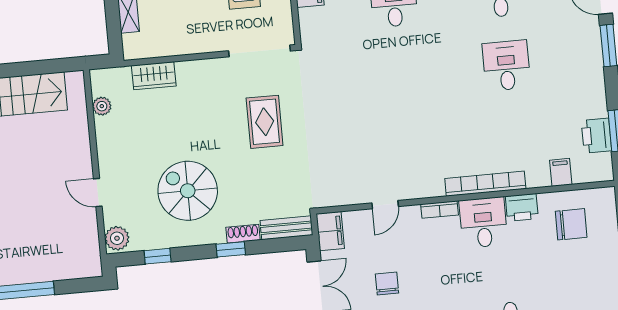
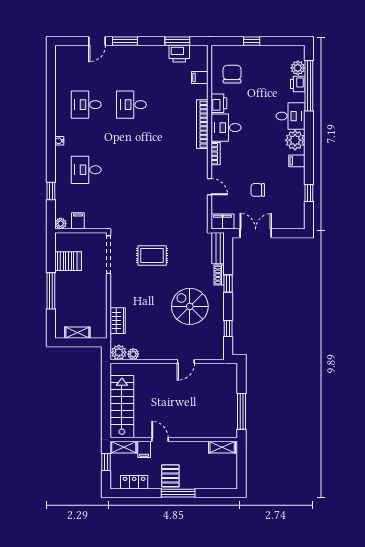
spiral stairs: (188, 191) -> (190, 306), turned 90
plant: (117, 238) -> (119, 352), moved

